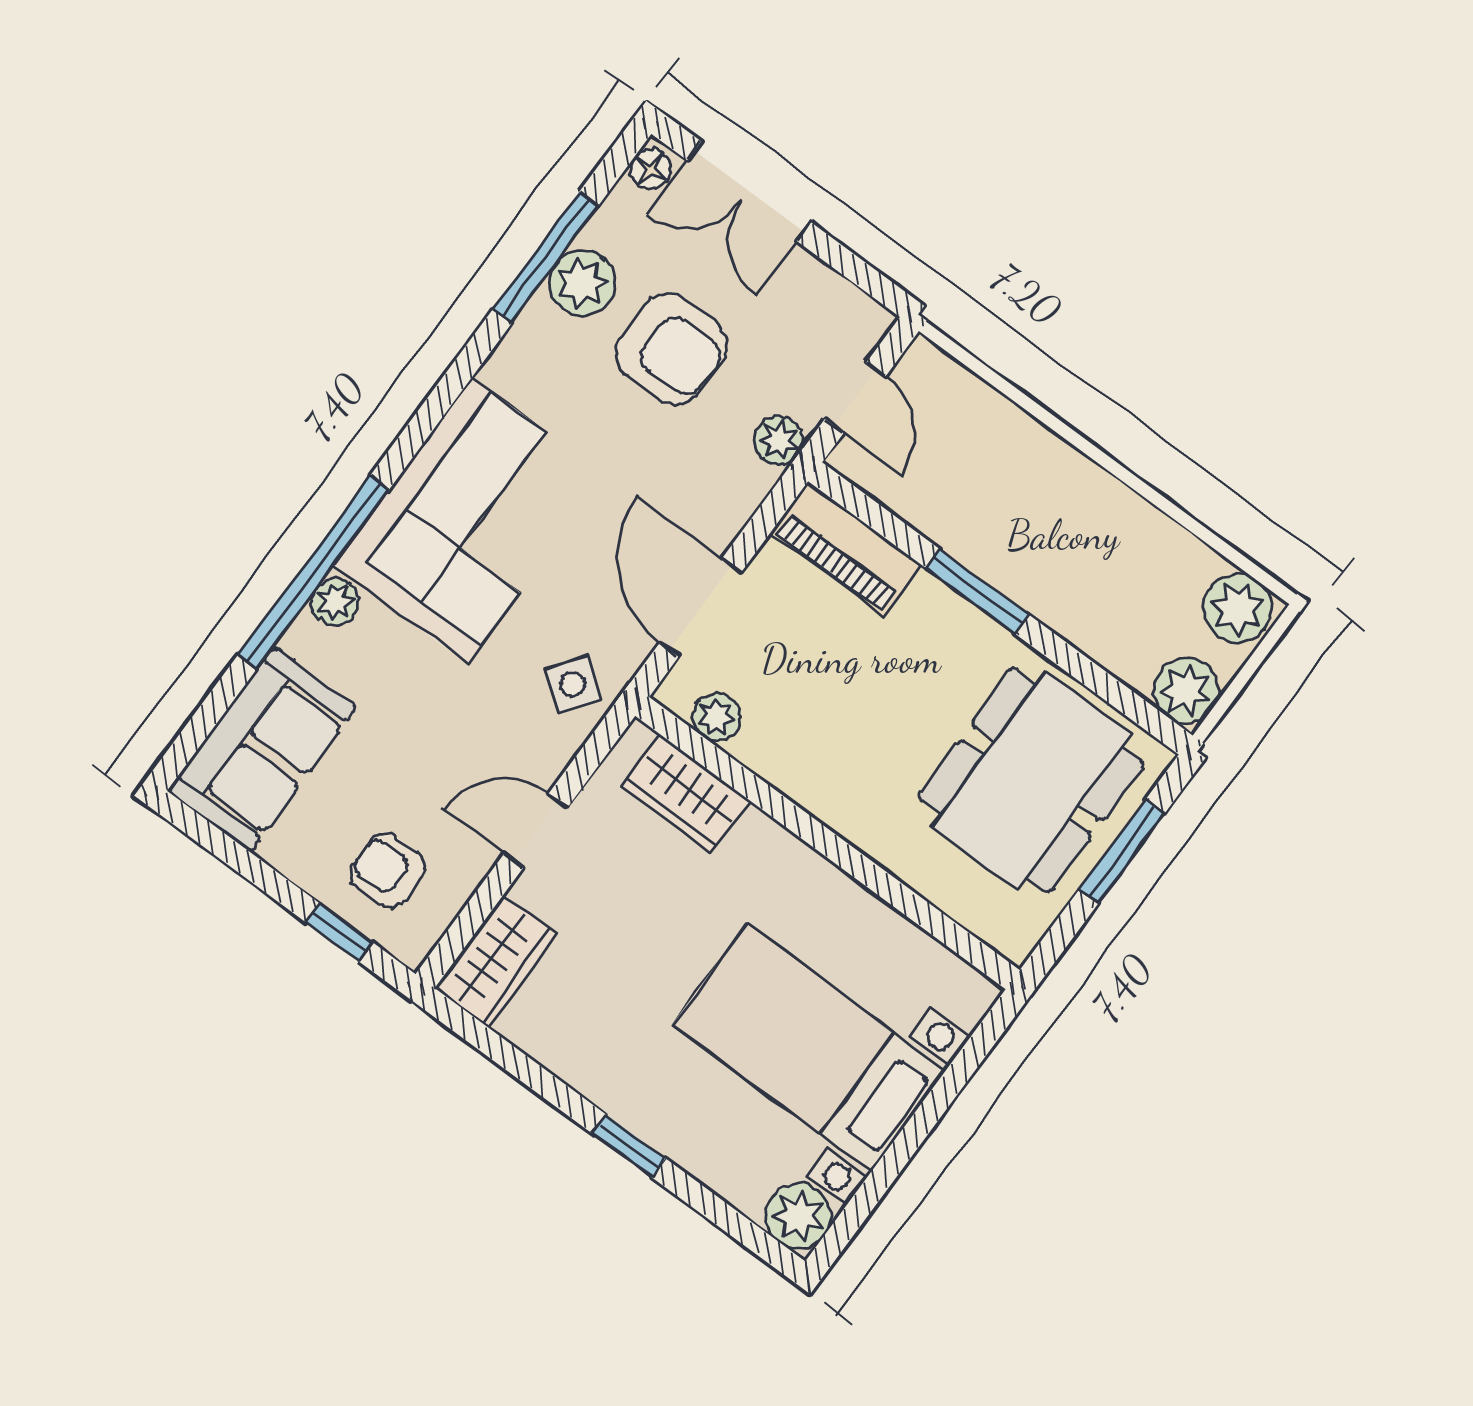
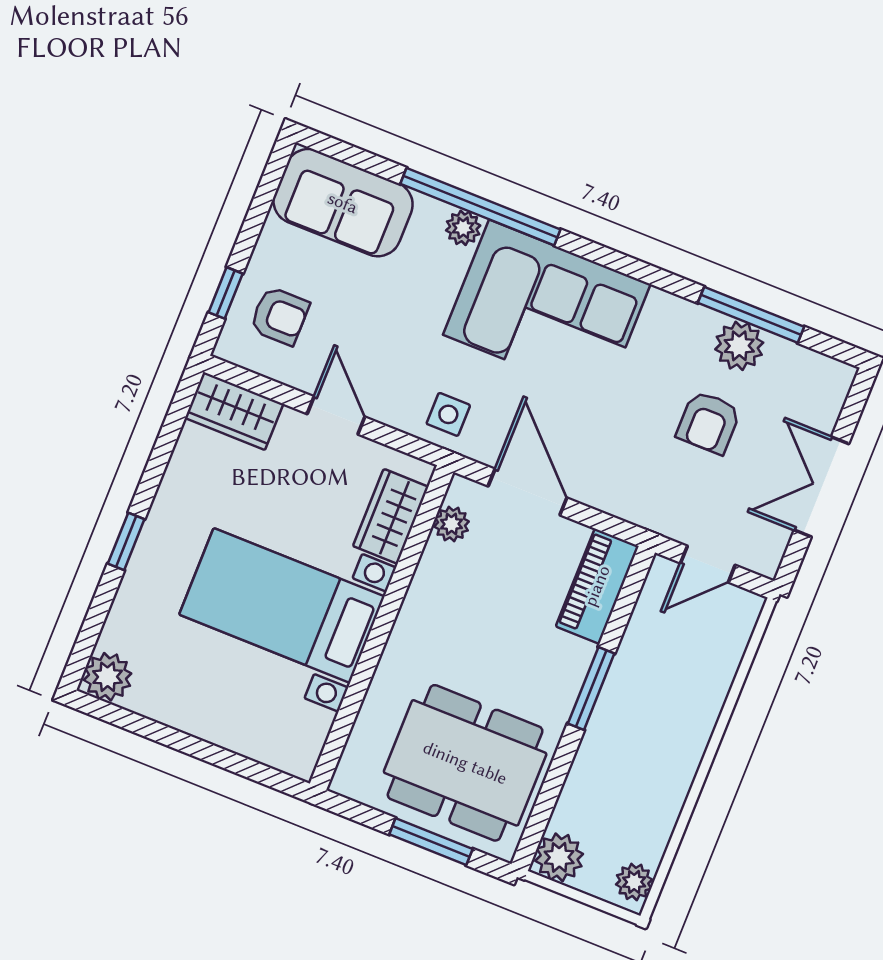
floor lamp: (650, 169) -> (834, 374), removed
double door: (749, 191) -> (821, 487), moved
armchair: (671, 349) -> (708, 422), width x0.72, depth x0.72
plant: (779, 440) -> (663, 517), removed
door: (700, 608) -> (527, 492), hinge flipped
plant: (1238, 609) -> (634, 882), width x0.73, depth x0.73
side table: (573, 684) -> (448, 414), turned -36
armchair: (388, 870) -> (280, 316), turned 90
bed with nightstands: (809, 1048) -> (282, 605), moved, turned -90

